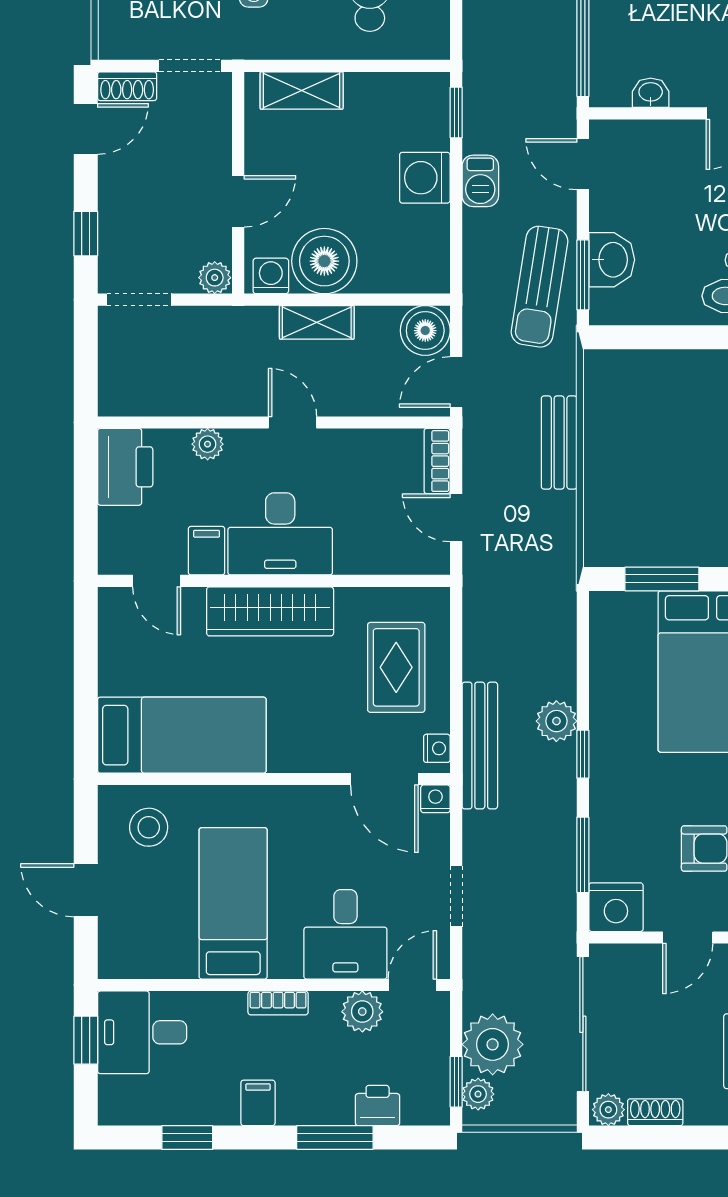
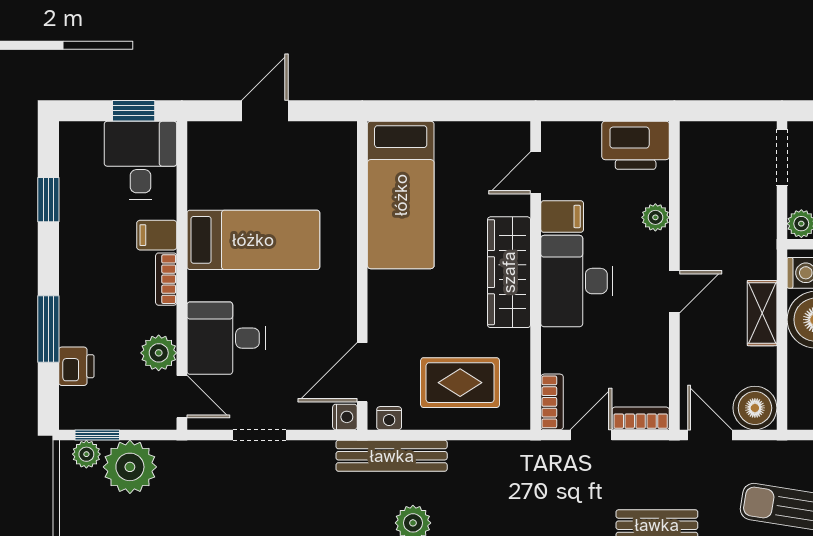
bookcase: (418, 562) -> (552, 402), added
stool: (149, 827) -> (320, 166), removed
filing cabinet: (258, 1103) -> (157, 235), moved, turned 180

